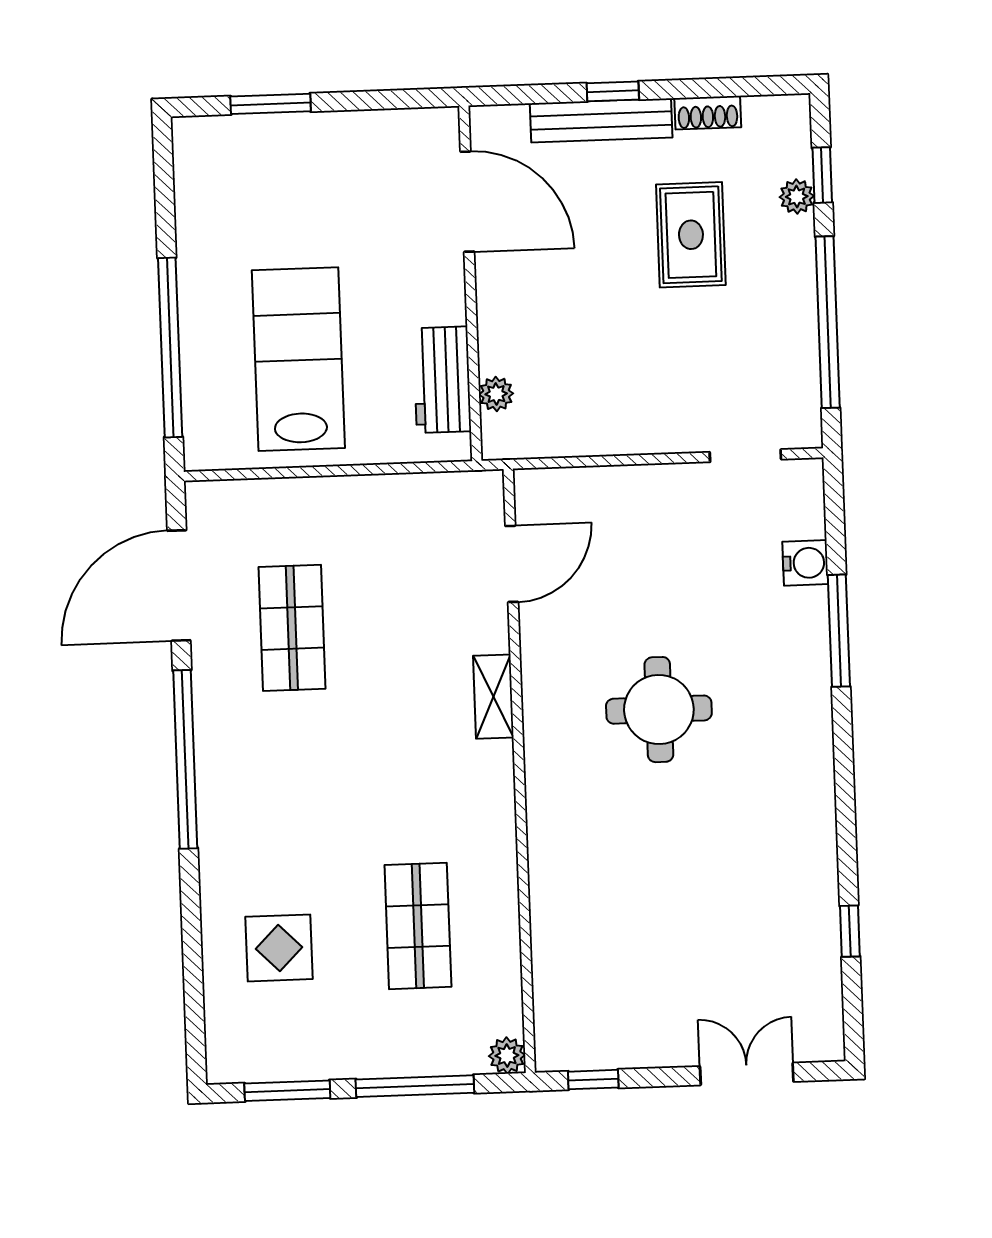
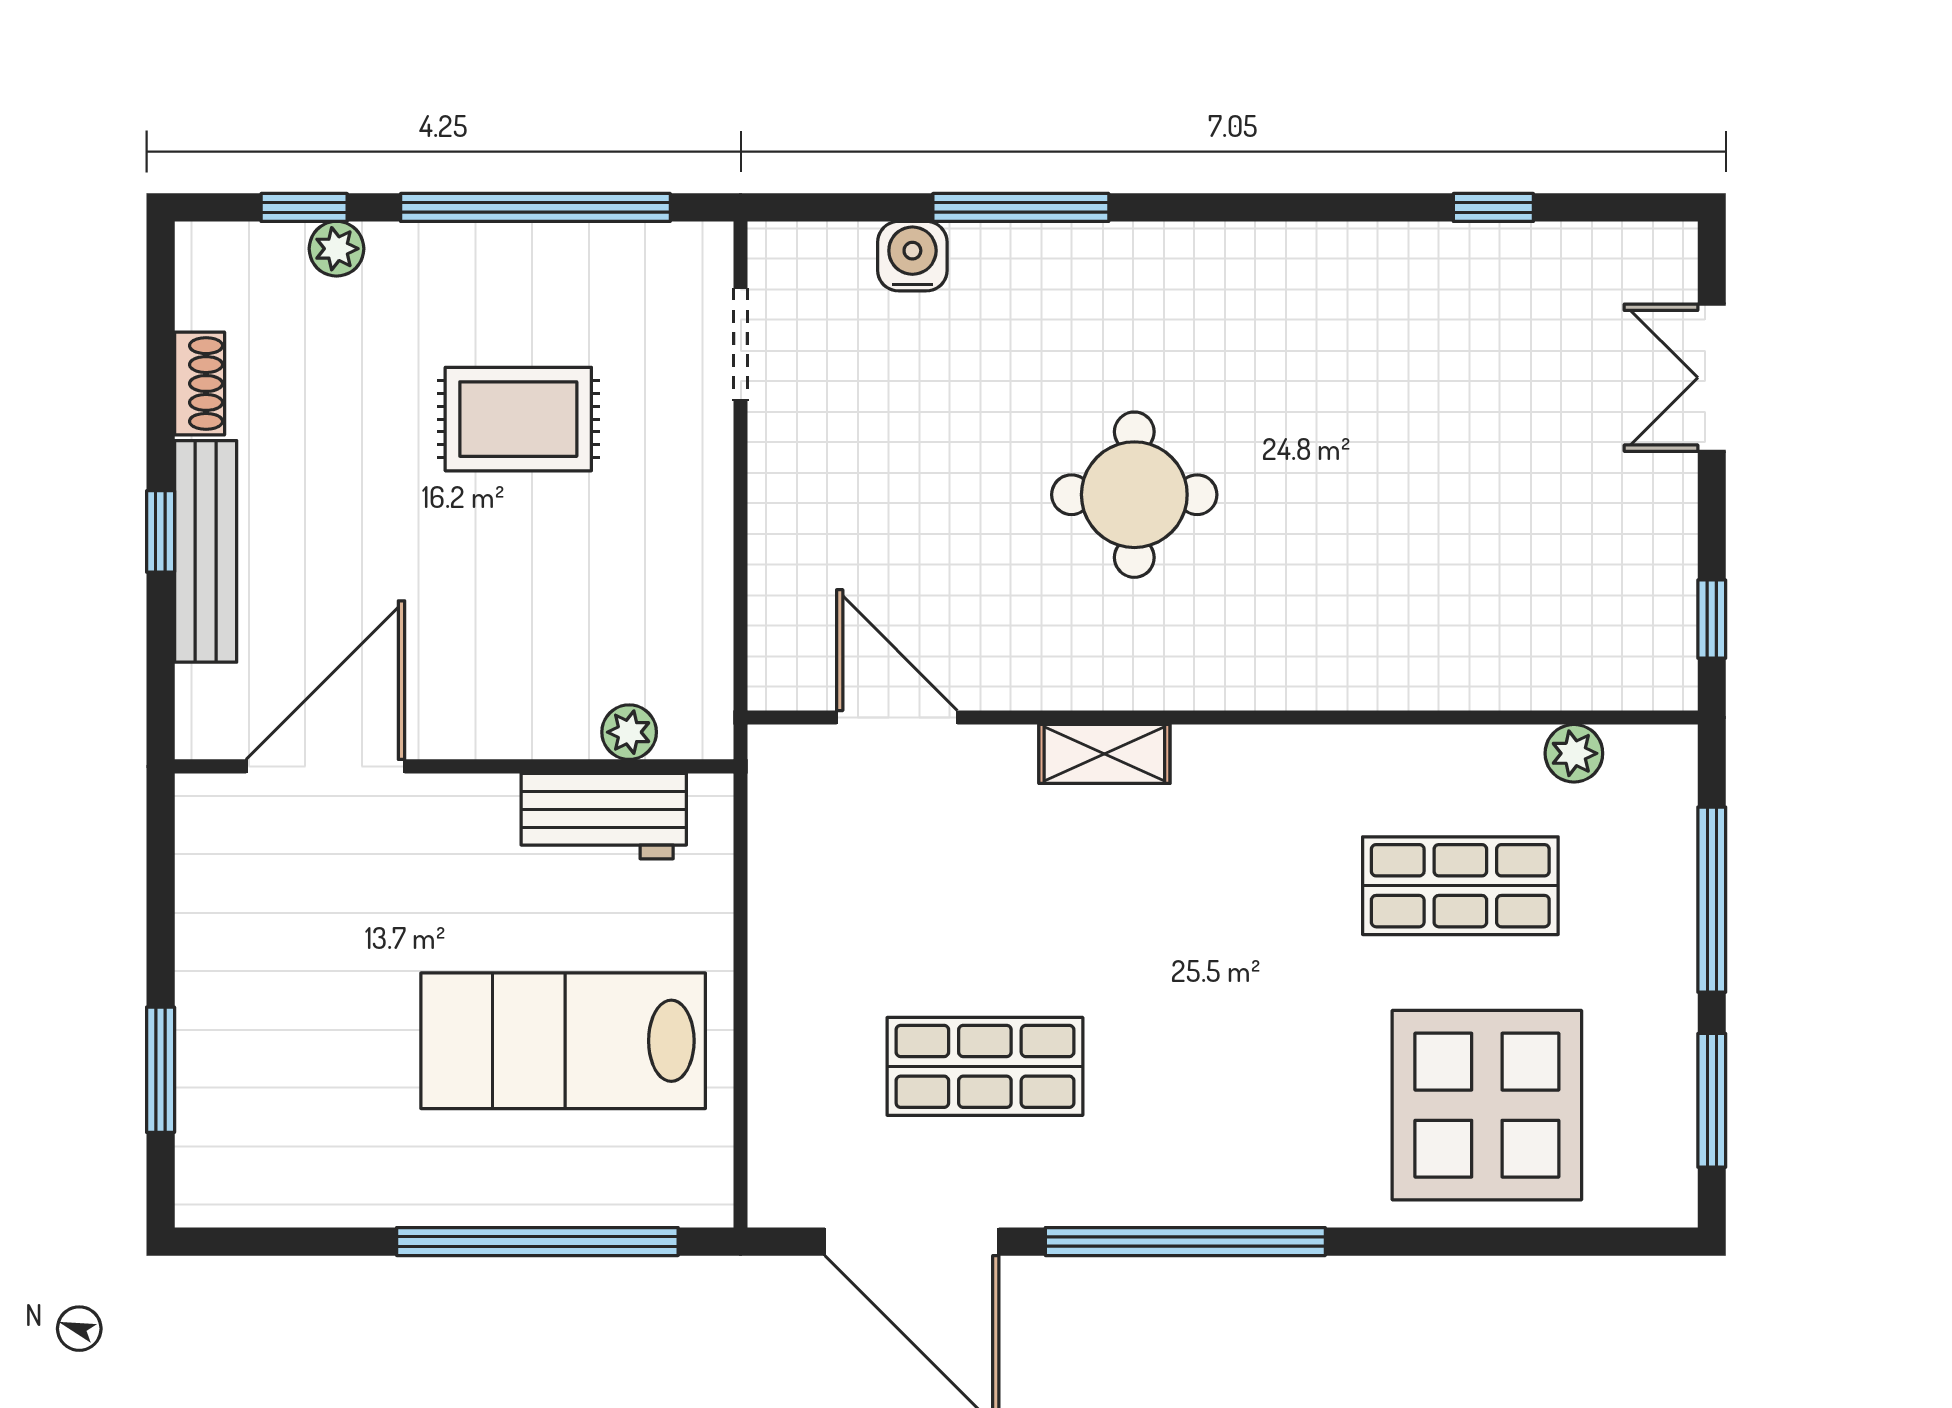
rug: (691, 235) -> (518, 419), moved
display table: (279, 948) -> (1487, 1105), width x1.86, depth x1.86
plant: (507, 1055) -> (1574, 753), moved

